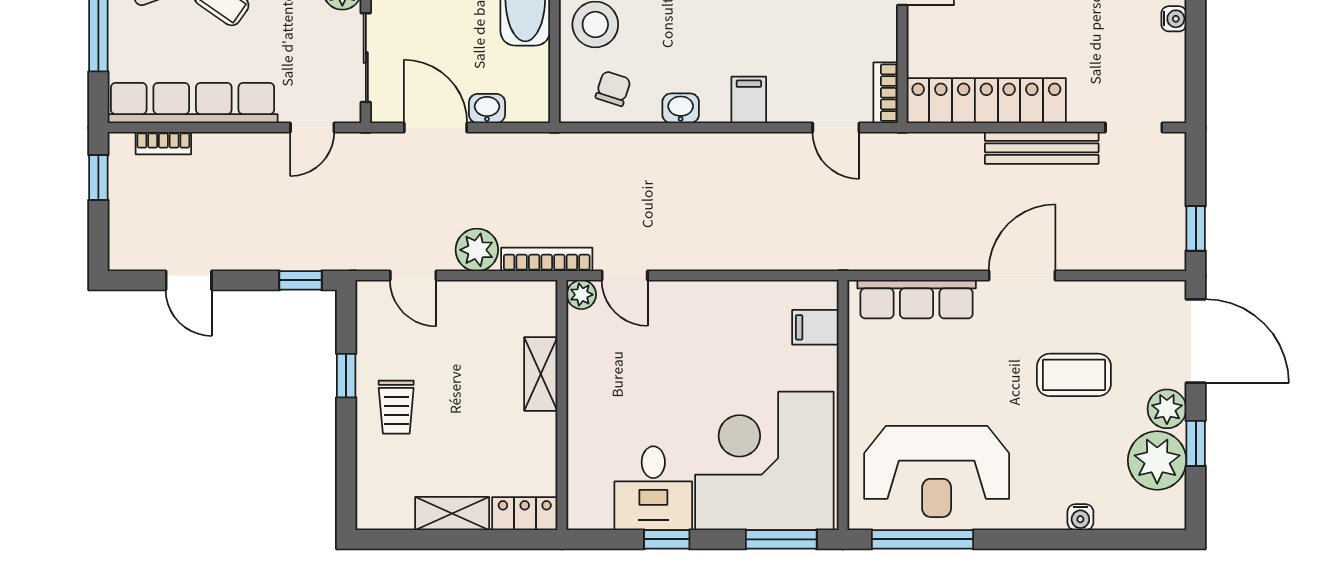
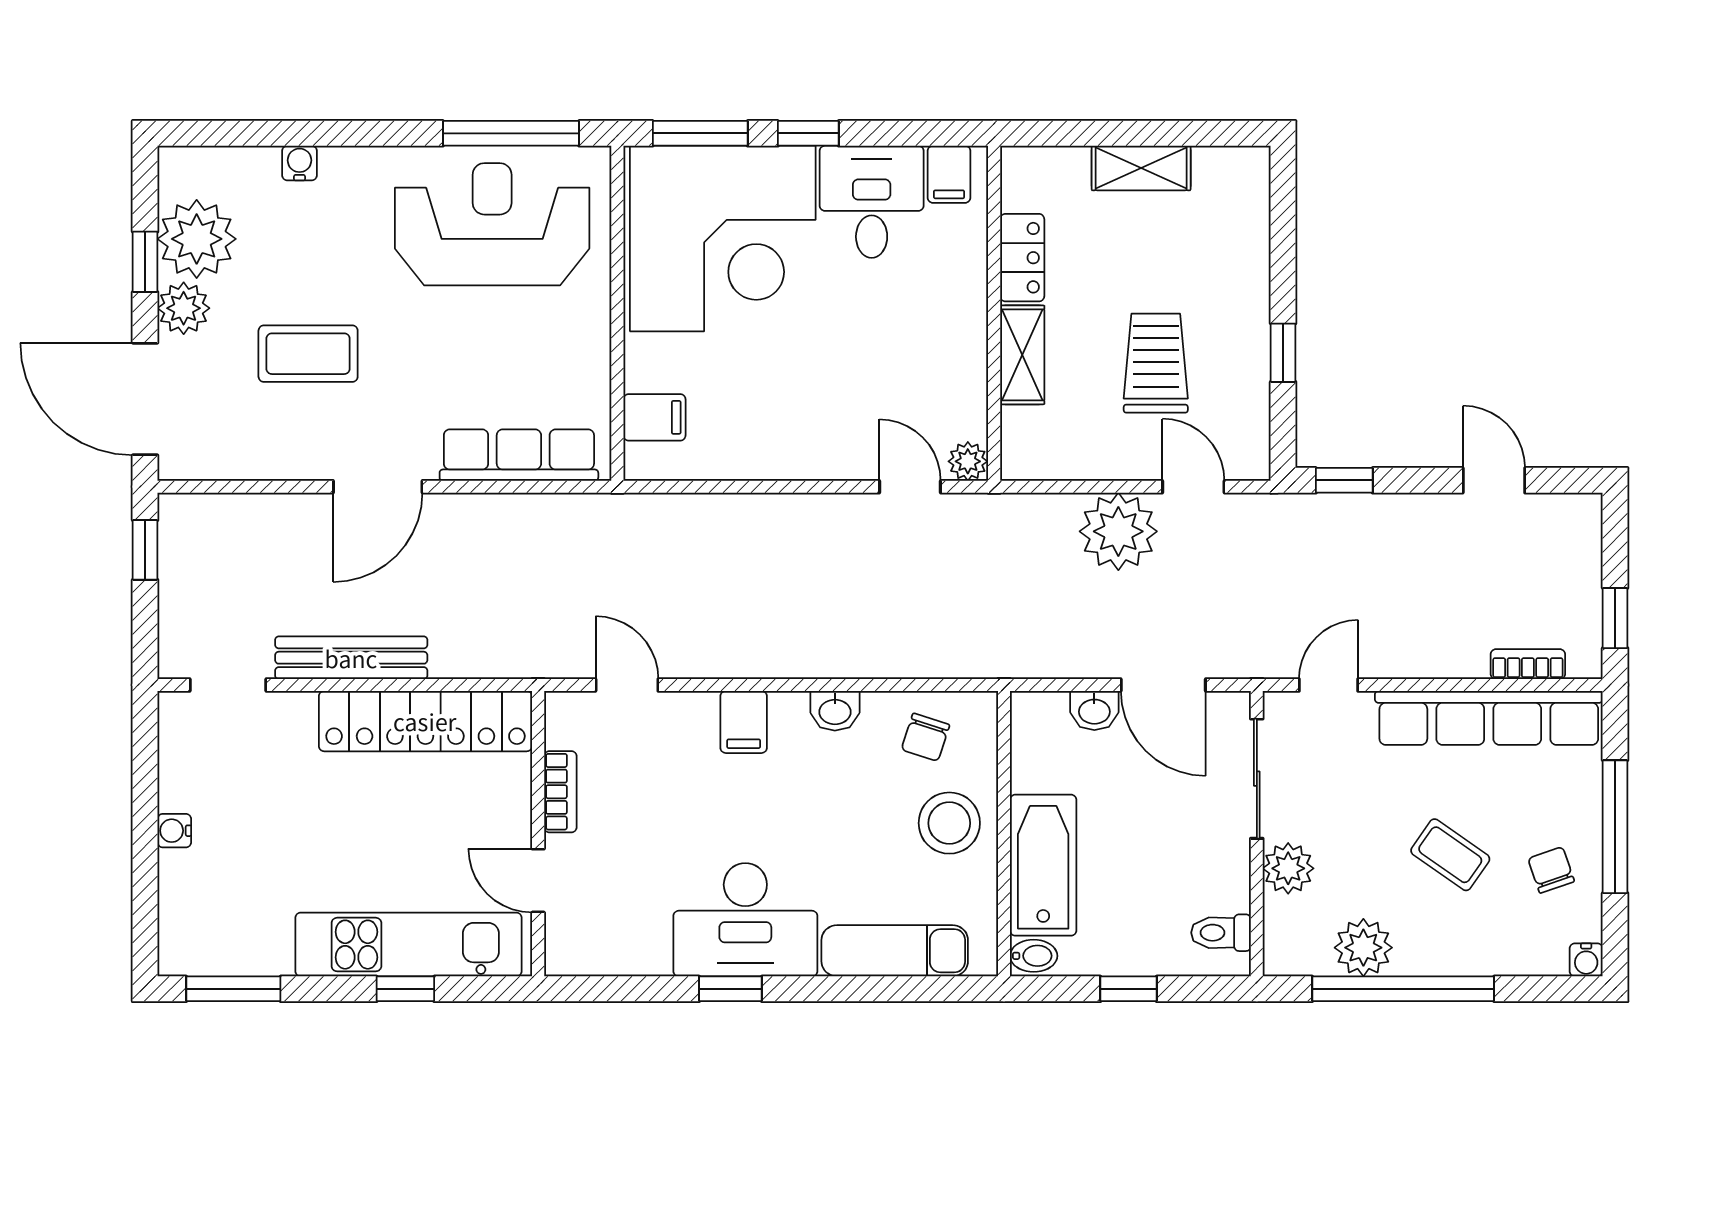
bookcase: (886, 93) -> (560, 792), moved
plant: (477, 250) -> (1118, 531), width x1.36, depth x1.36
bookcase: (547, 259) -> (1014, 508), removed
trolley: (396, 407) -> (1156, 363), moved, width x1.36, depth x1.39
filing cabinet: (596, 509) -> (949, 174), added
locker: (525, 514) -> (1022, 258), moved, turned -90
window: (667, 539) -> (808, 133), moved

